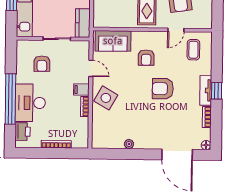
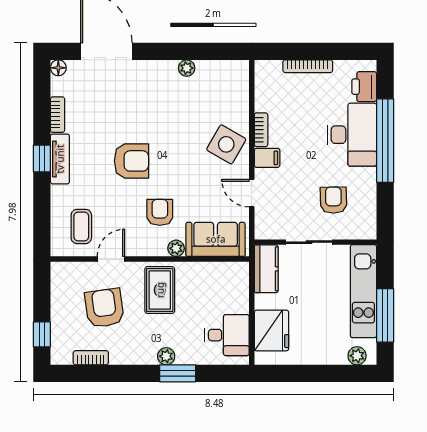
plant: (137, 36) -> (176, 248), added

